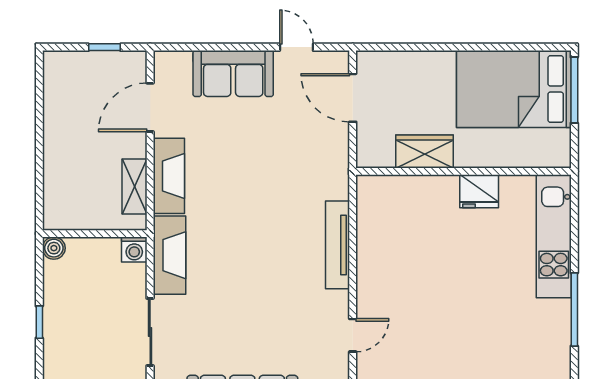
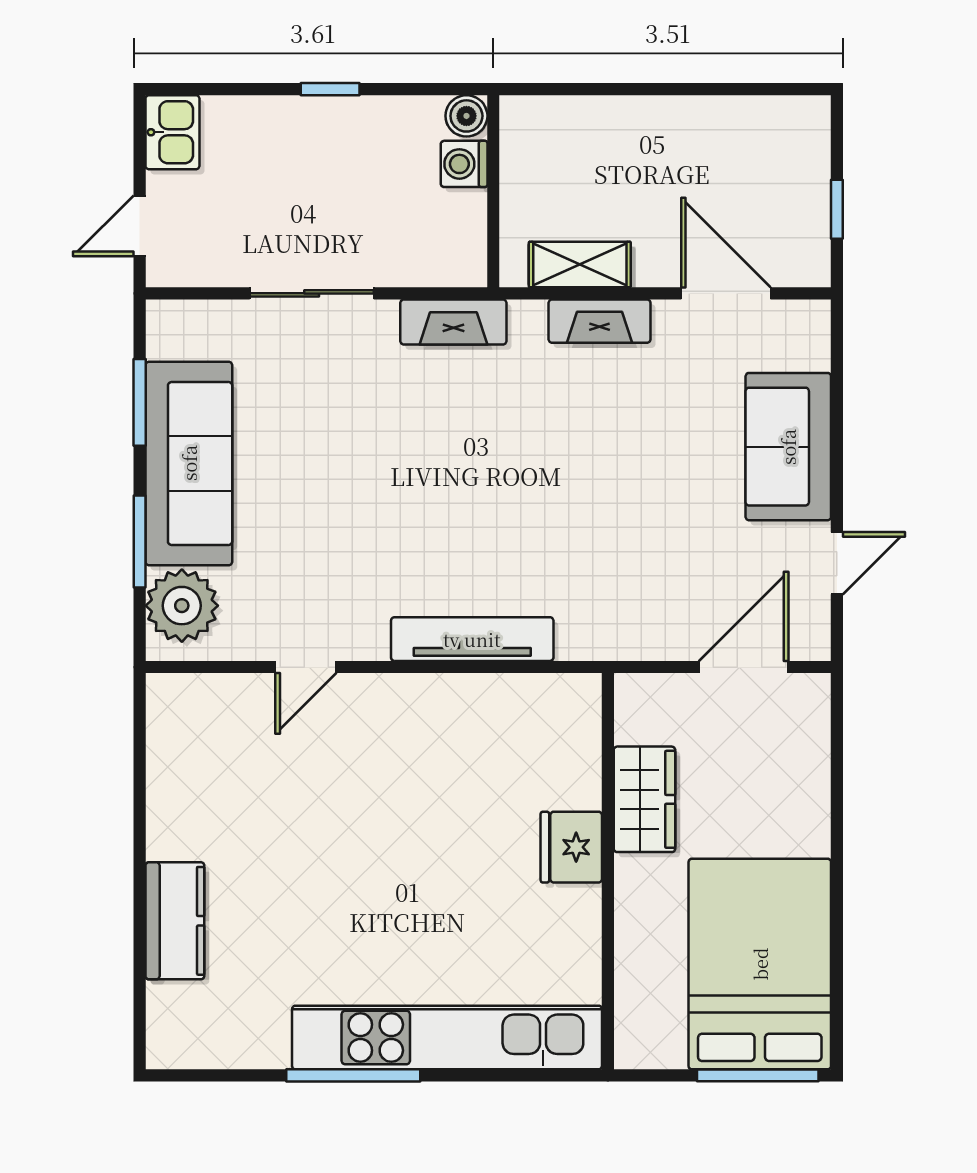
fireplace: (169, 176) -> (600, 321), width x0.73, depth x0.76
fridge: (479, 191) -> (571, 847), moved
kitchen unit: (554, 236) -> (447, 1037), width x1.36
washing machine: (134, 249) -> (464, 164), moved
fireplace: (170, 255) -> (453, 322), width x0.73, depth x0.76
door: (353, 335) -> (306, 667), hinge flipped

